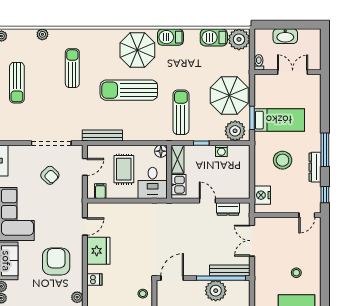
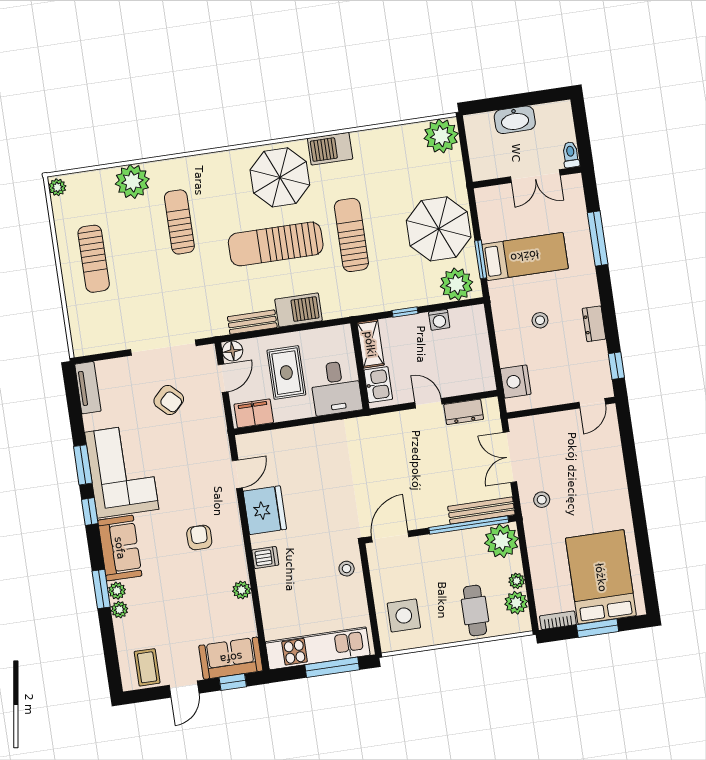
plant: (42, 34) -> (132, 182), width x1.88, depth x1.88
barbecue: (214, 37) -> (299, 310), moved, turned 180
toilet: (259, 62) -> (571, 155), moved
double door: (293, 72) -> (535, 176), swing flipped
sun lounger: (181, 112) -> (351, 235), moved
bench: (102, 135) -> (252, 322), width x0.73
window: (325, 150) -> (598, 239), moved
floor lamp: (161, 151) -> (233, 351), moved
stool: (283, 160) -> (540, 320), width x0.53, depth x0.53
dresser: (315, 167) -> (594, 324), width x0.70
filing cabinet: (100, 191) -> (254, 413), width x2.00
armchair: (56, 262) -> (199, 537), width x0.53, depth x0.53
stool: (296, 273) -> (542, 500), moved
plant: (216, 291) -> (502, 541), moved

